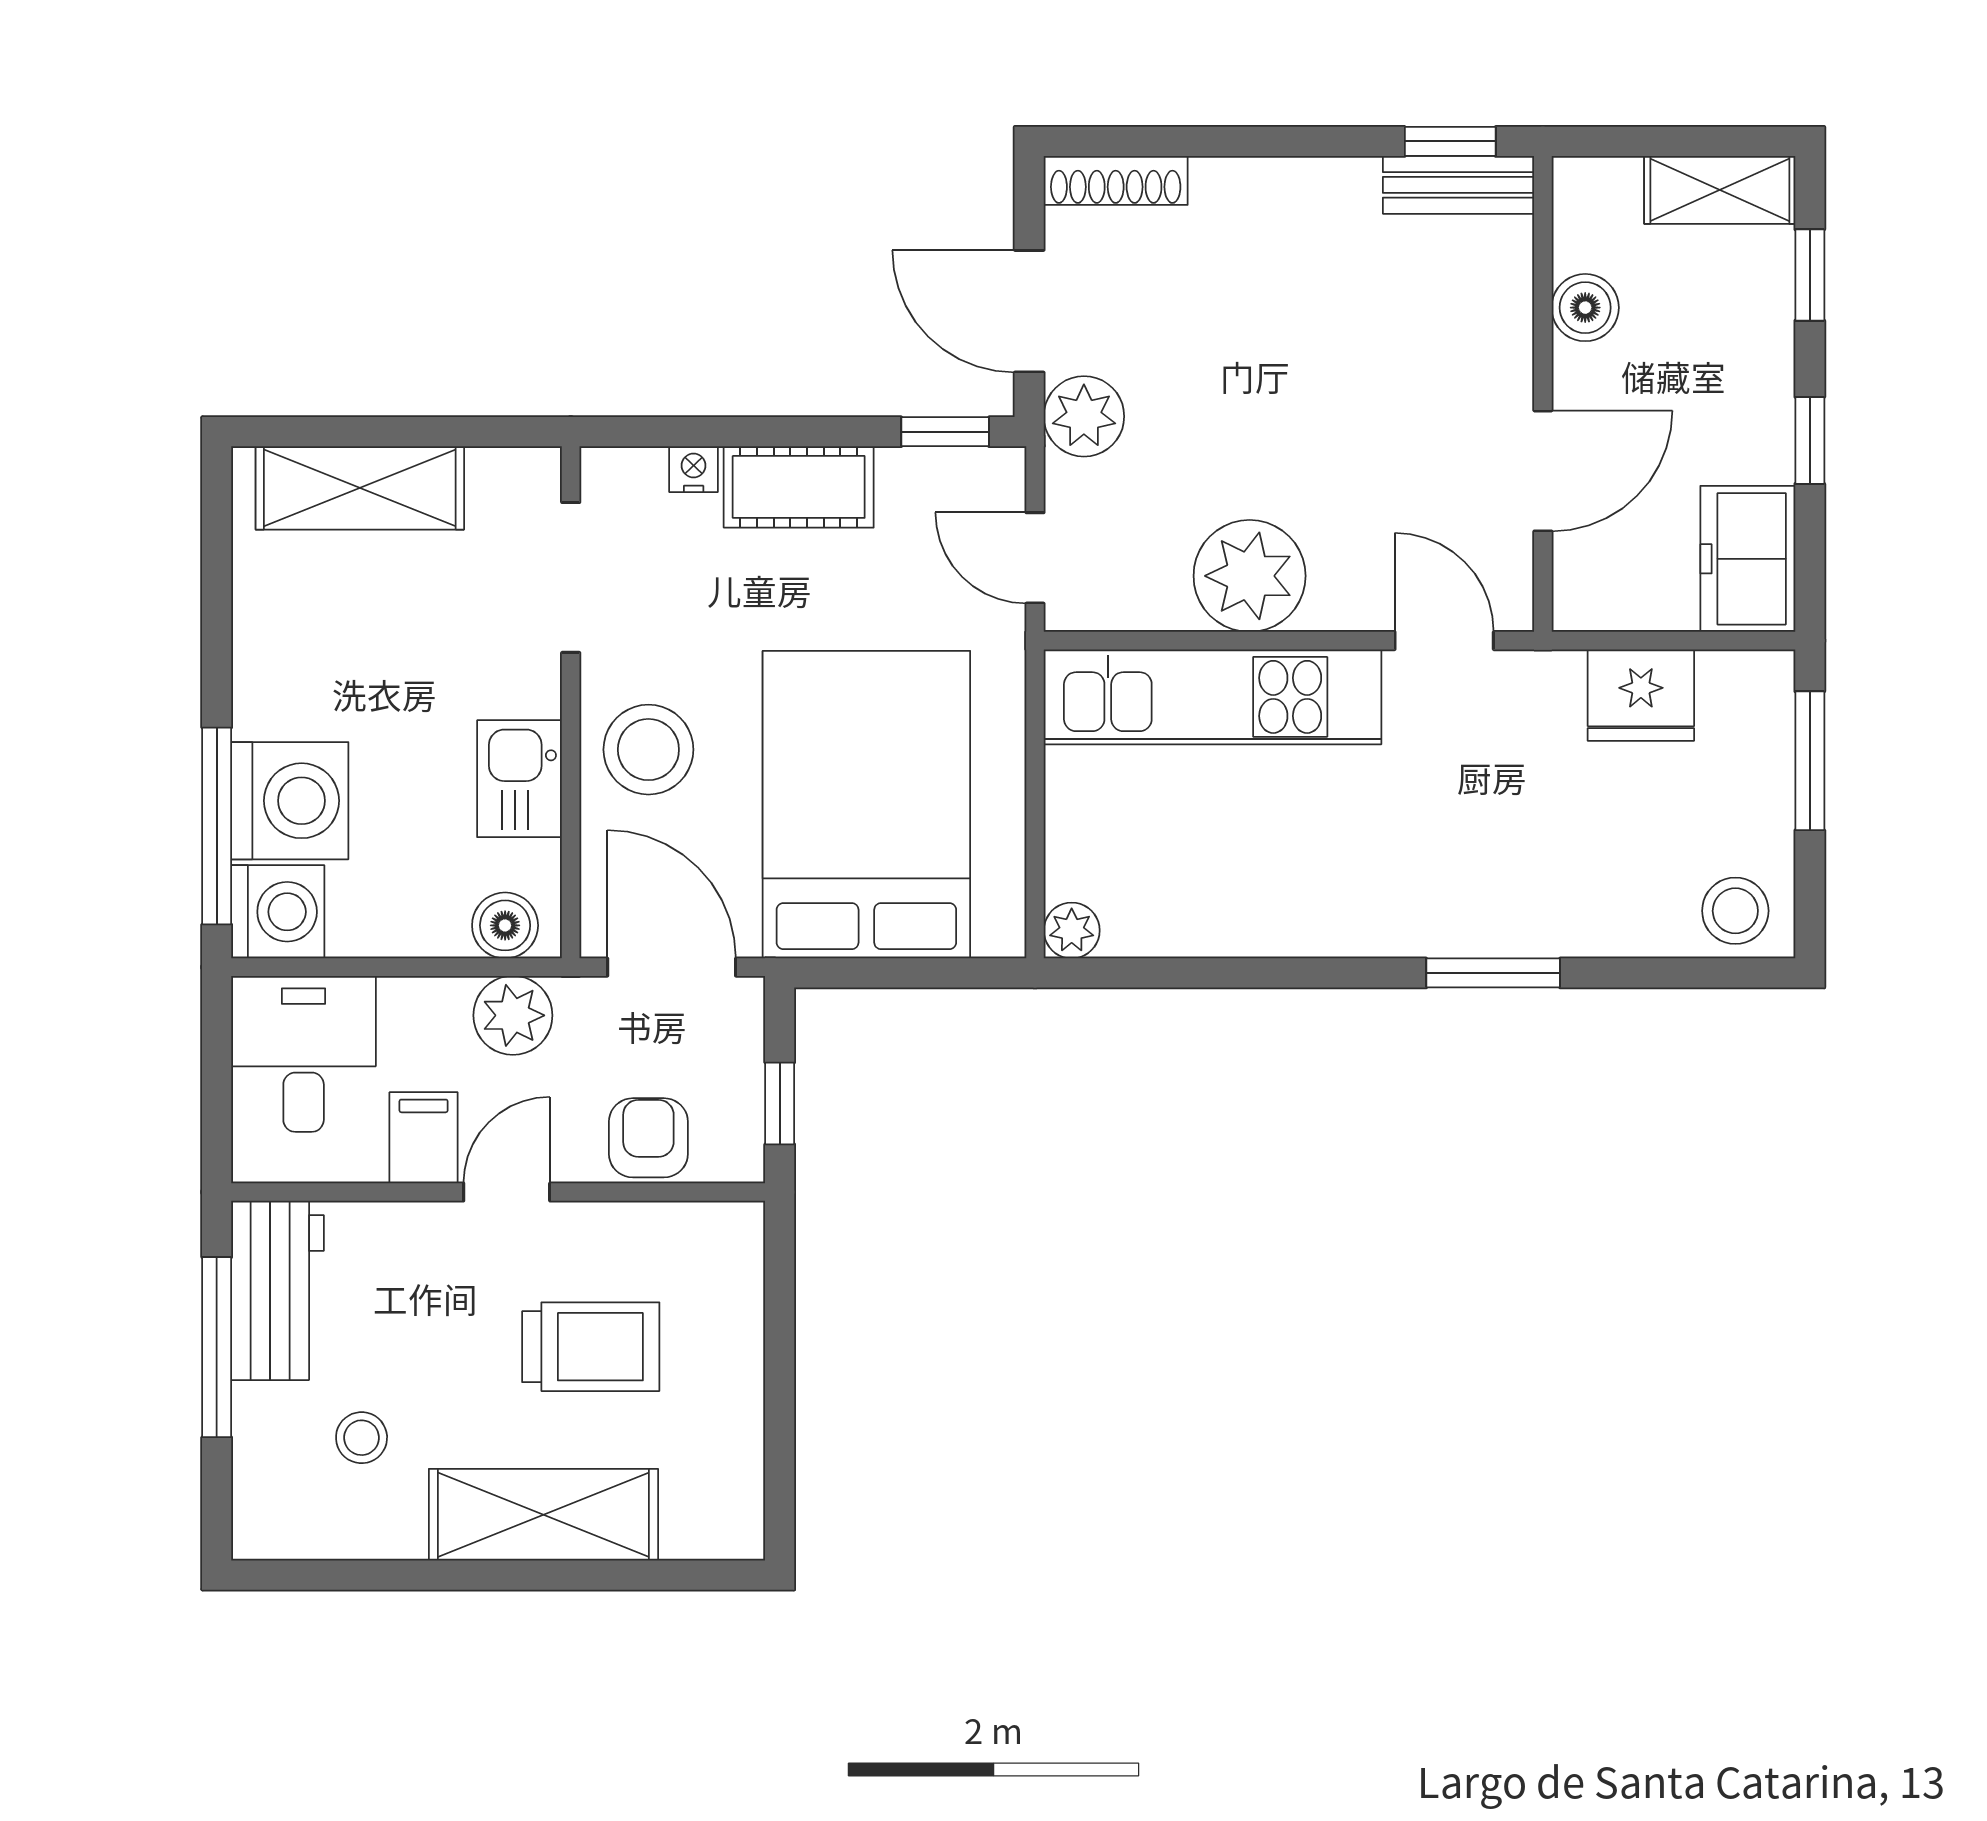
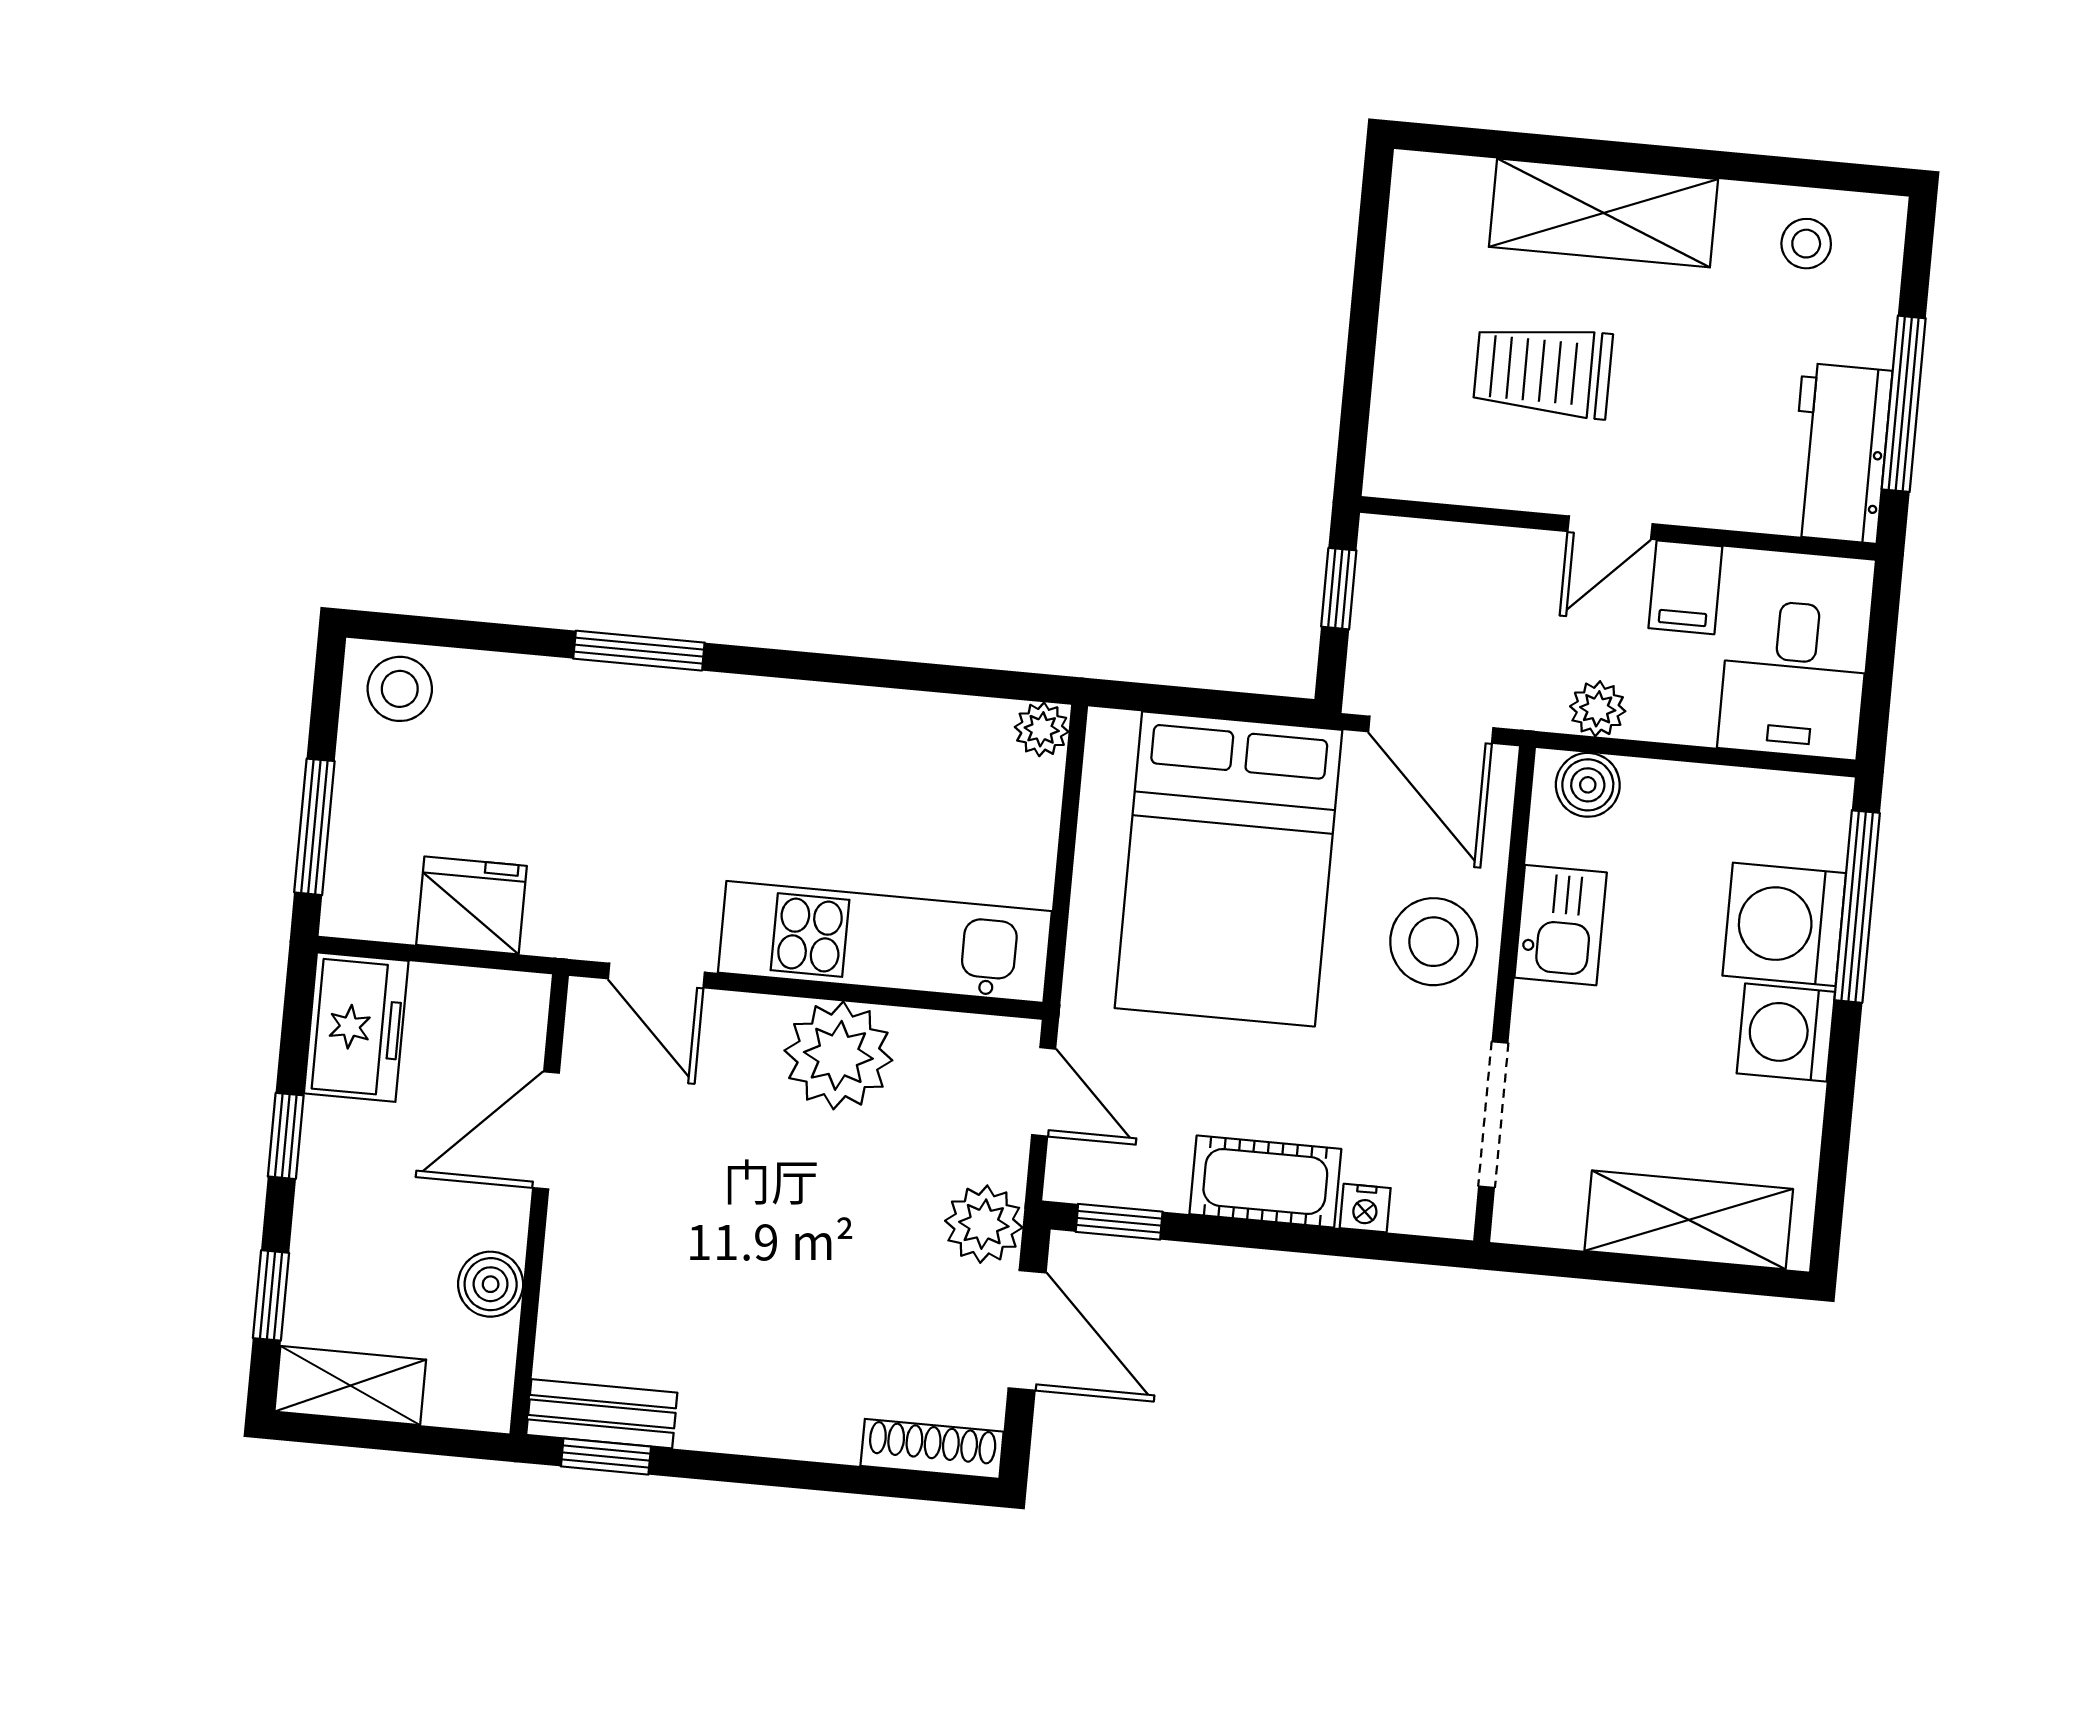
washing machine: (278, 912) -> (1786, 1033), moved
plant: (513, 1015) -> (1598, 709), width x0.73, depth x0.73
armchair: (648, 1138) -> (1469, 567), removed
stool: (362, 1438) -> (1806, 244), moved

